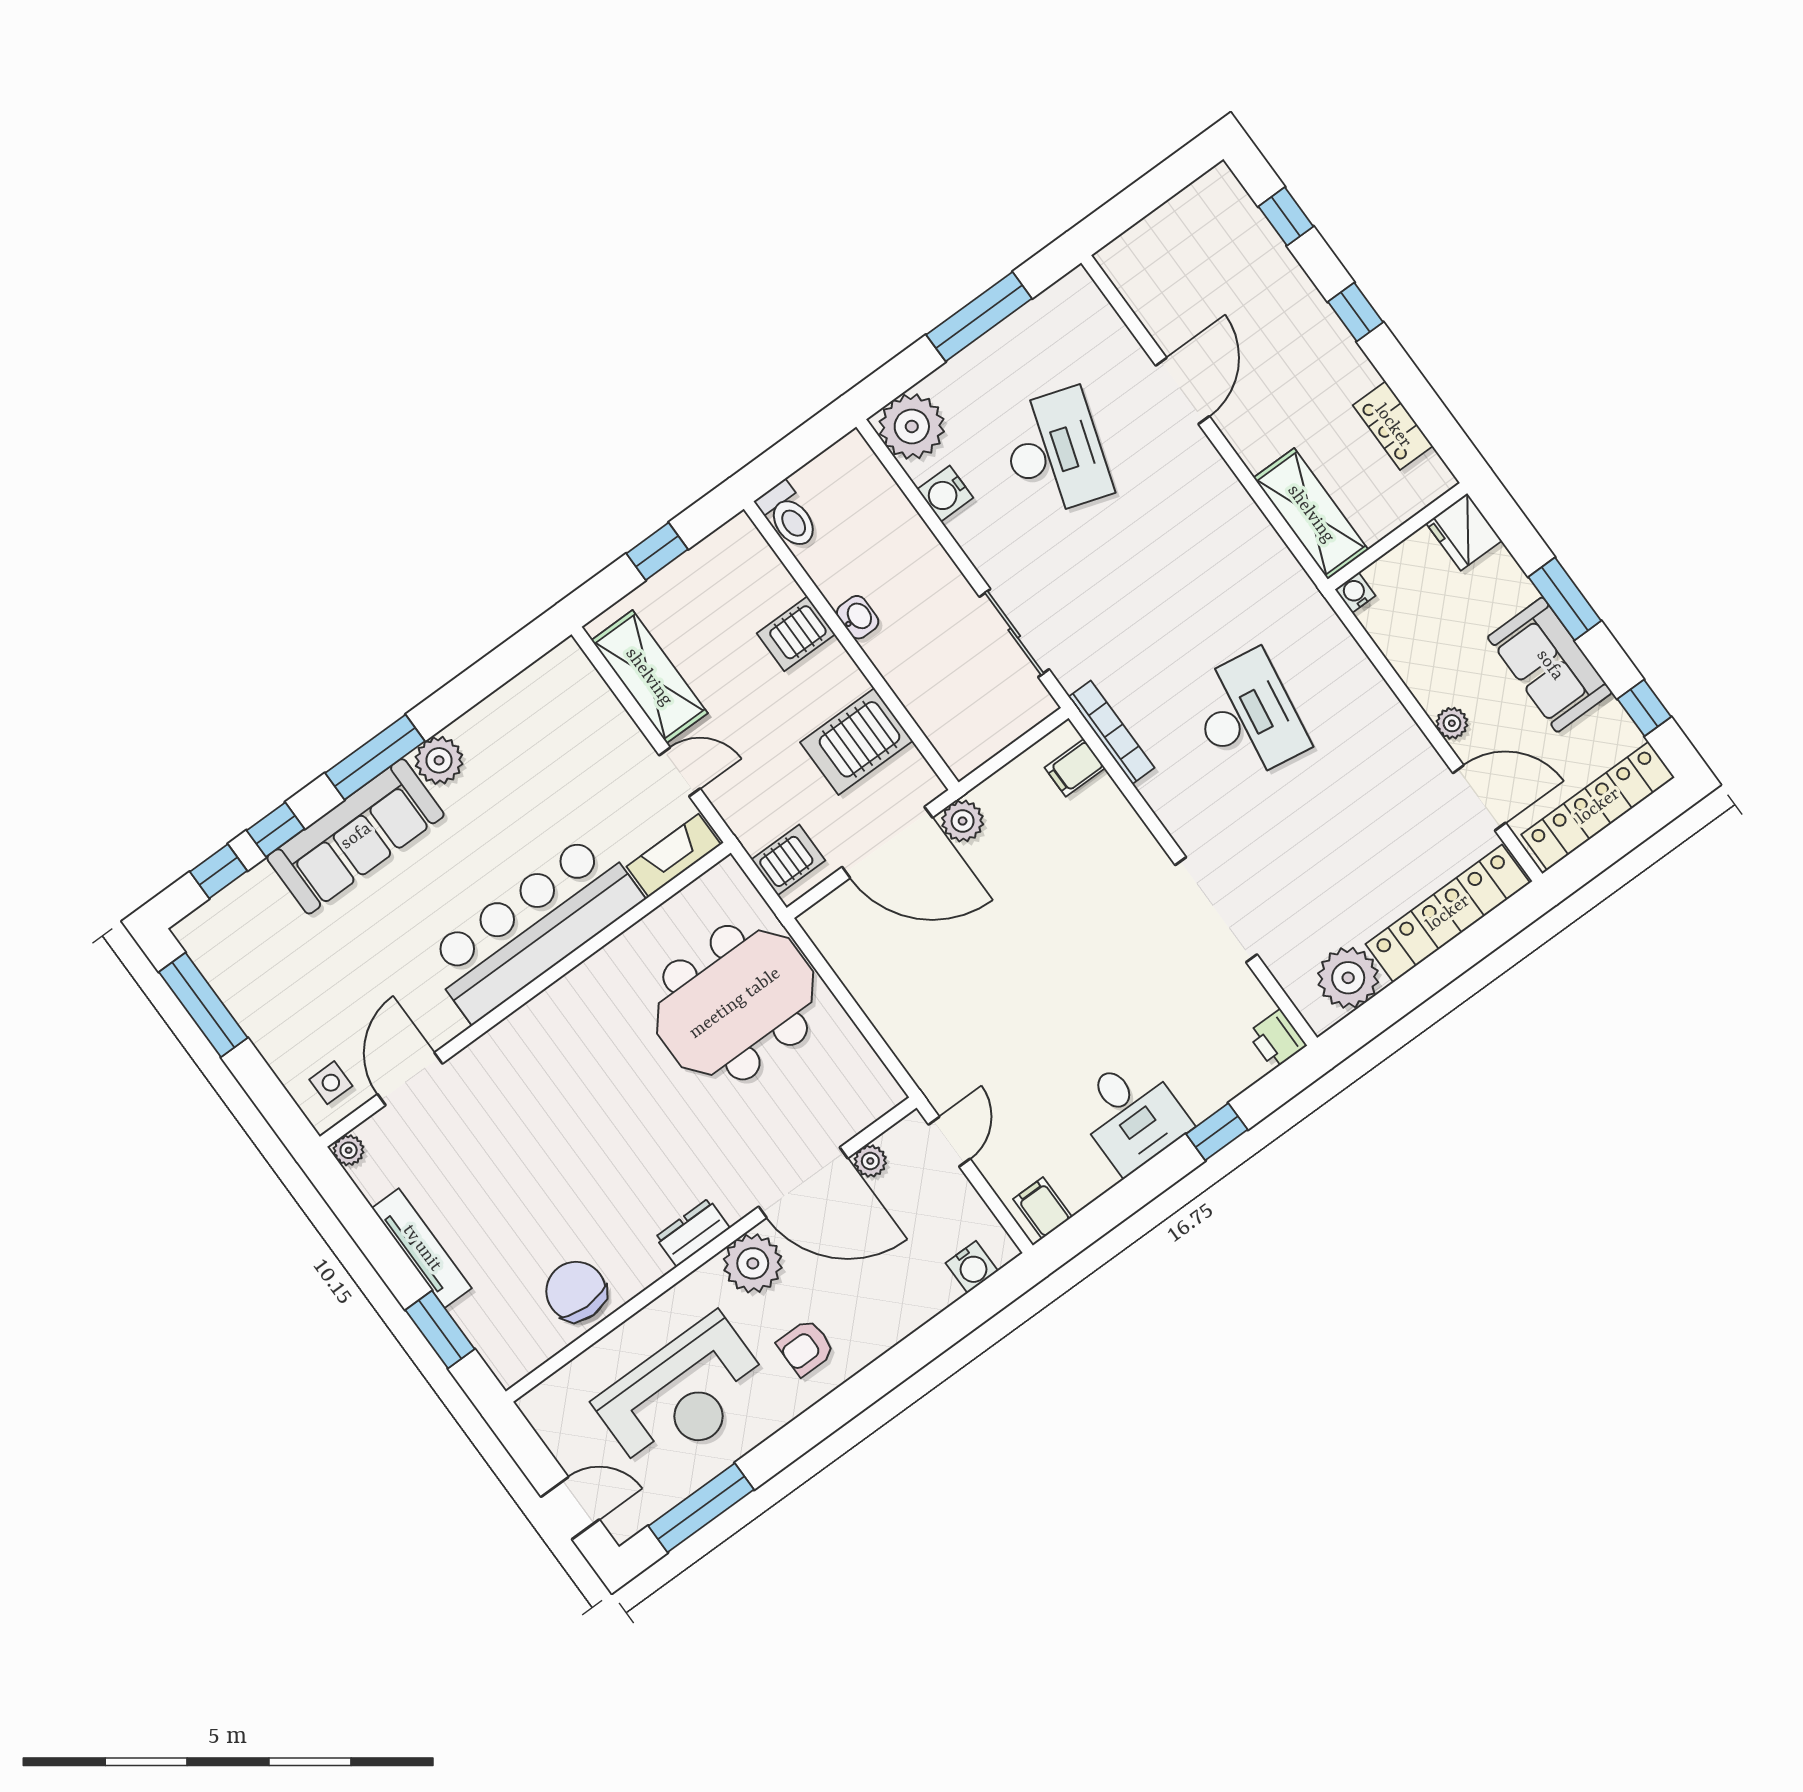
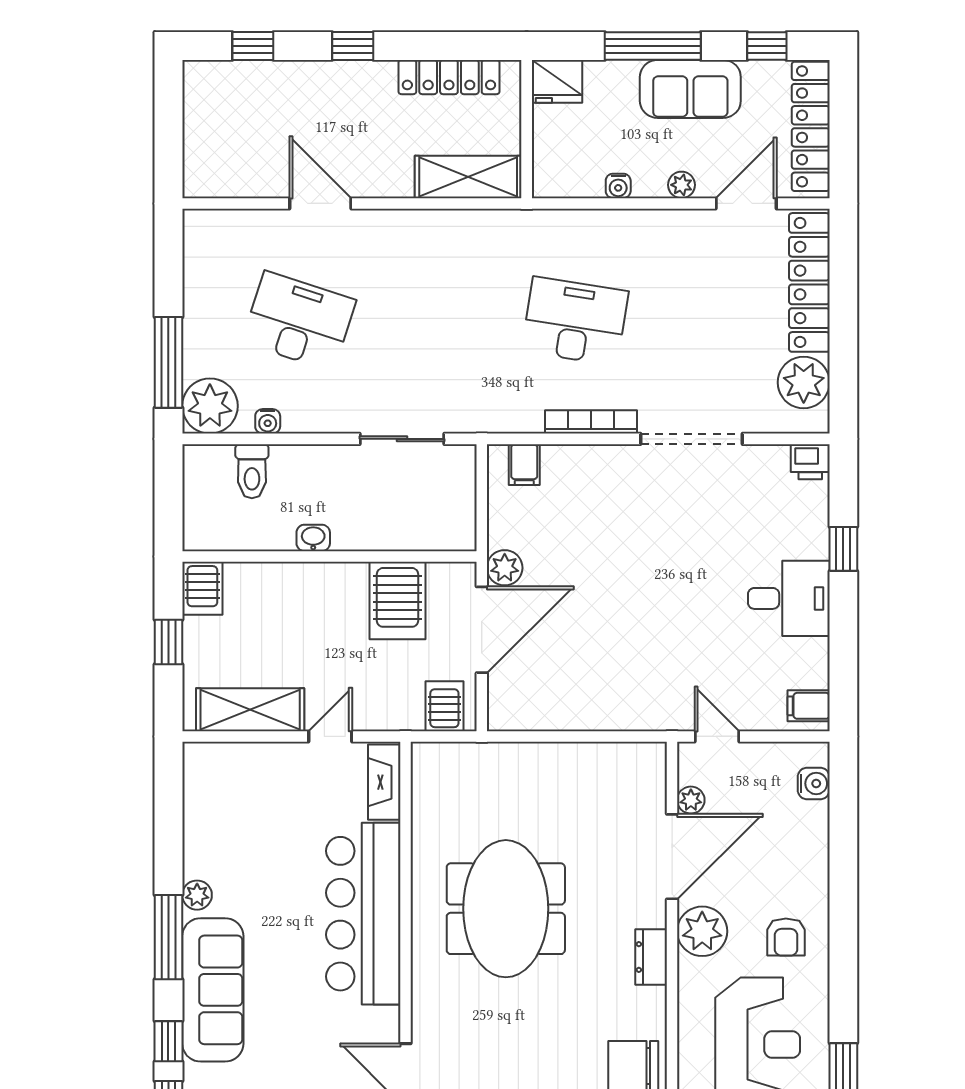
window: (979, 317) -> (168, 362), moved
locker: (1393, 426) -> (449, 77), width x1.53
water cooler: (945, 494) -> (268, 421), width x0.72, depth x0.72
toilet: (788, 516) -> (252, 471), moved, turned 90
water cooler: (1355, 593) -> (618, 186), moved, turned -90
window: (1565, 599) -> (653, 46), width x1.44
server rack: (796, 634) -> (202, 588), moved
bookcase: (1111, 732) -> (591, 422), moved
plant: (439, 760) -> (197, 895), width x0.73, depth x0.73
meeting table: (735, 1003) -> (506, 909), moved

